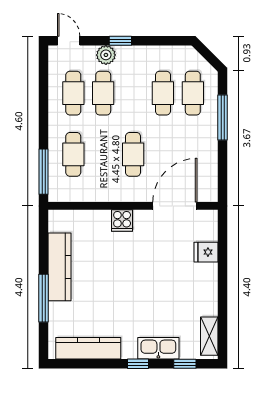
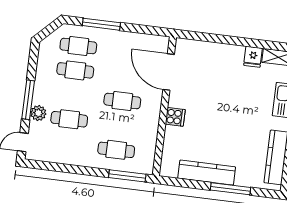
window: (120, 41) -> (28, 100), width x2.17
cafe table: (73, 93) -> (66, 144), removed
fridge: (206, 252) -> (253, 57), moved

